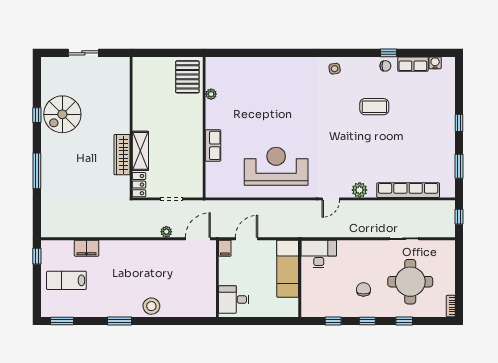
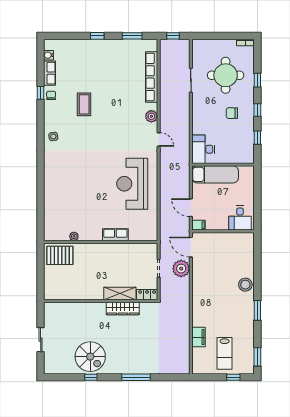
plant: (166, 232) -> (181, 269), width x1.88, depth x1.88
window: (37, 256) -> (233, 377), moved

